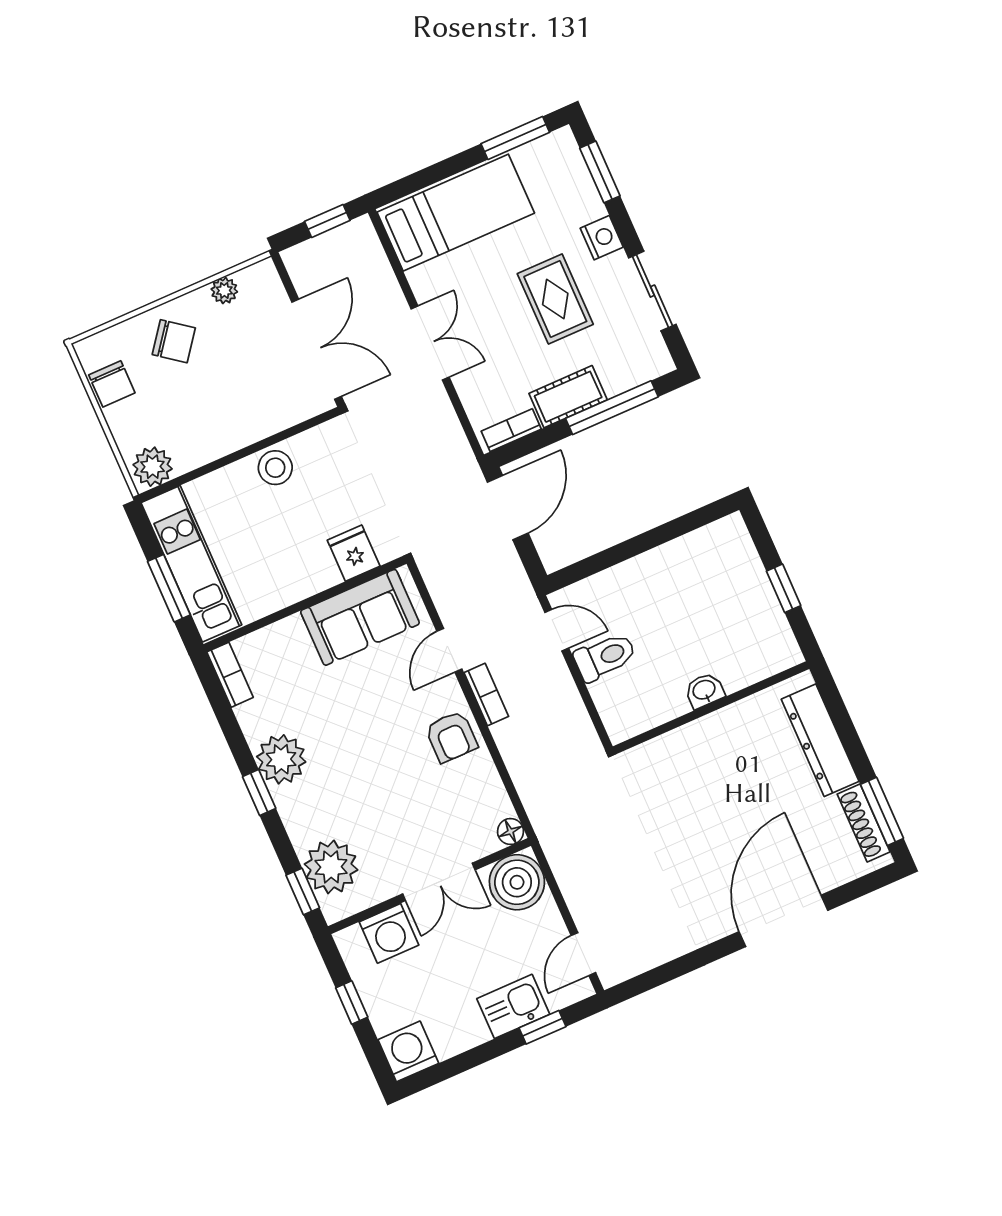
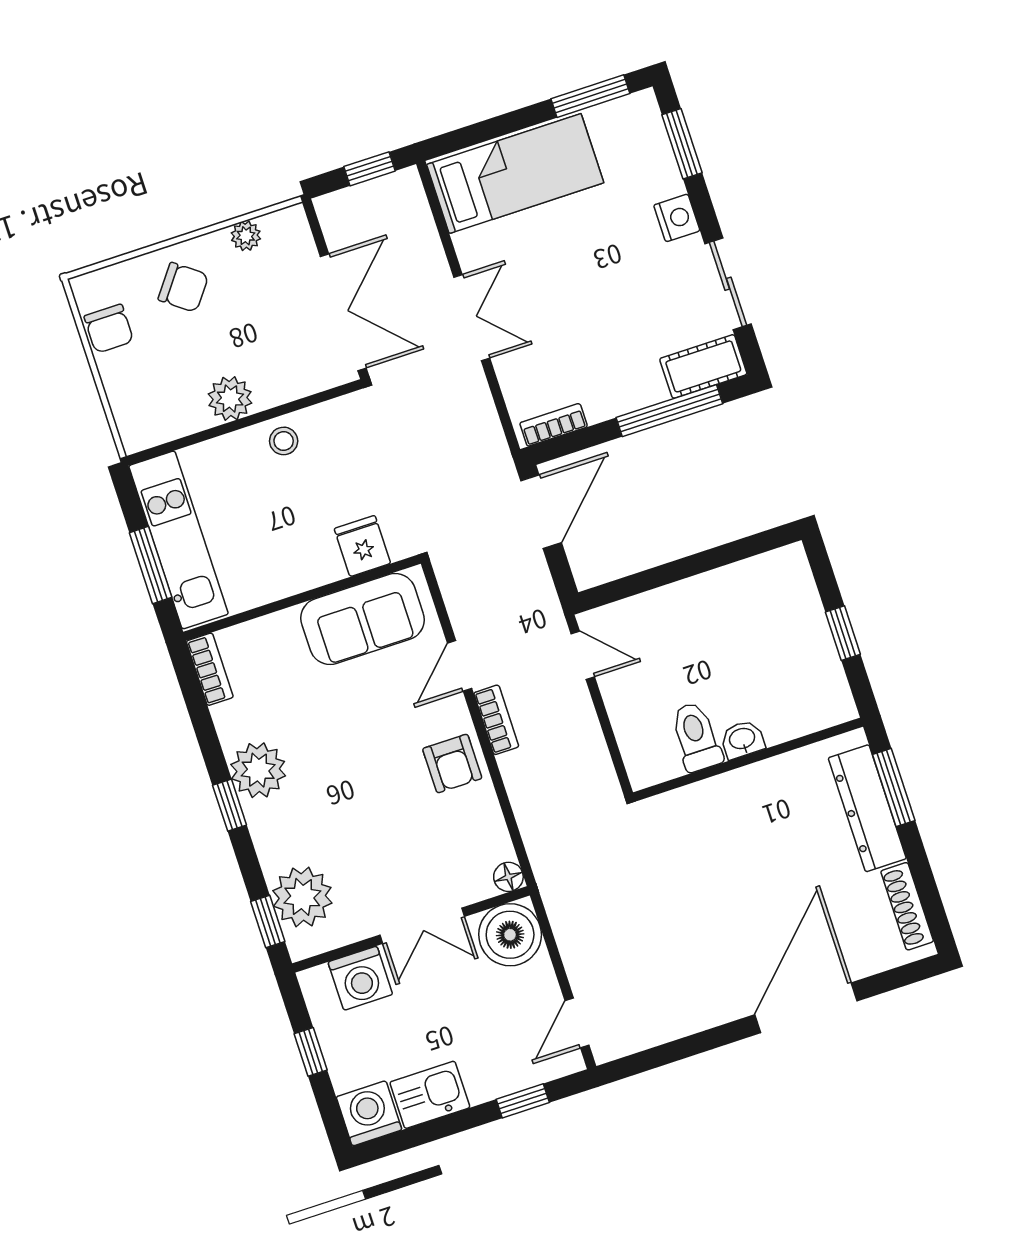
rug: (555, 299) -> (618, 282), removed
cot: (568, 397) -> (703, 366), moved
plant: (153, 467) -> (230, 399), moved
stool: (275, 468) -> (284, 441), width x0.73, depth x0.73
toilet: (605, 657) -> (696, 737), moved, turned -90
window: (882, 811) -> (894, 788), moved
kitchen sink: (513, 1006) -> (430, 1095), moved

